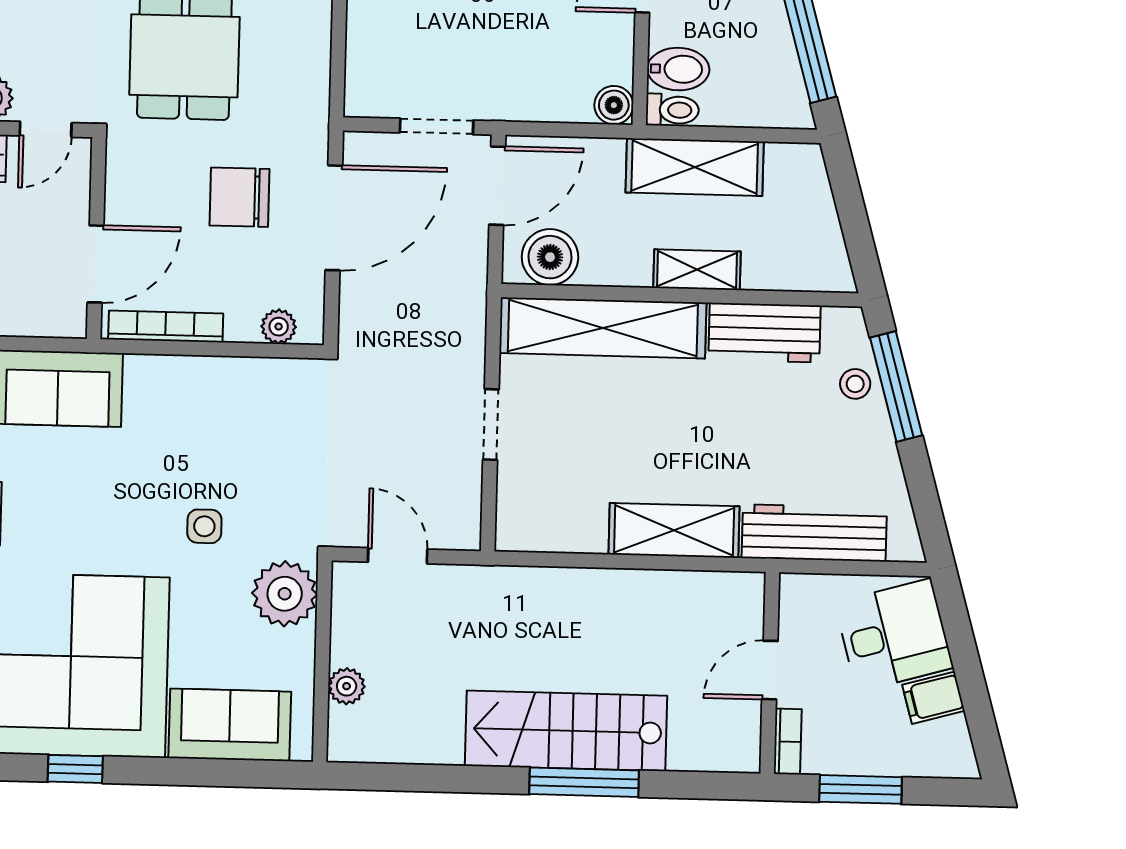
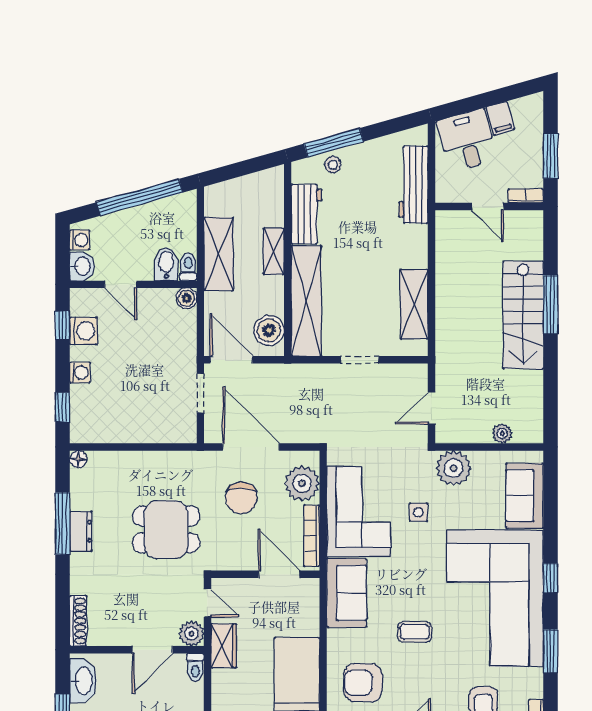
plant: (279, 327) -> (302, 483), width x1.87, depth x1.87
corner sofa: (208, 415) -> (359, 512), added
shelving: (674, 530) -> (414, 304), moved

